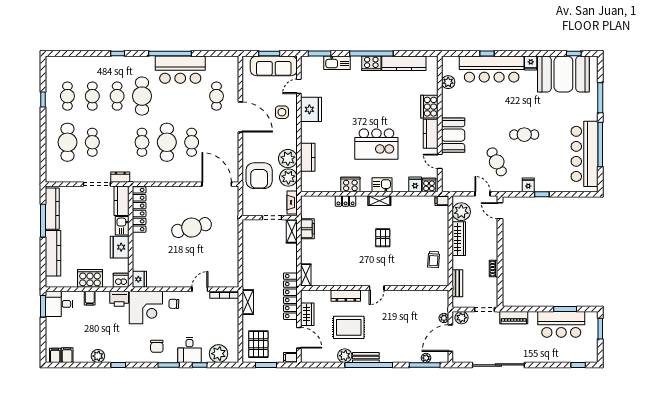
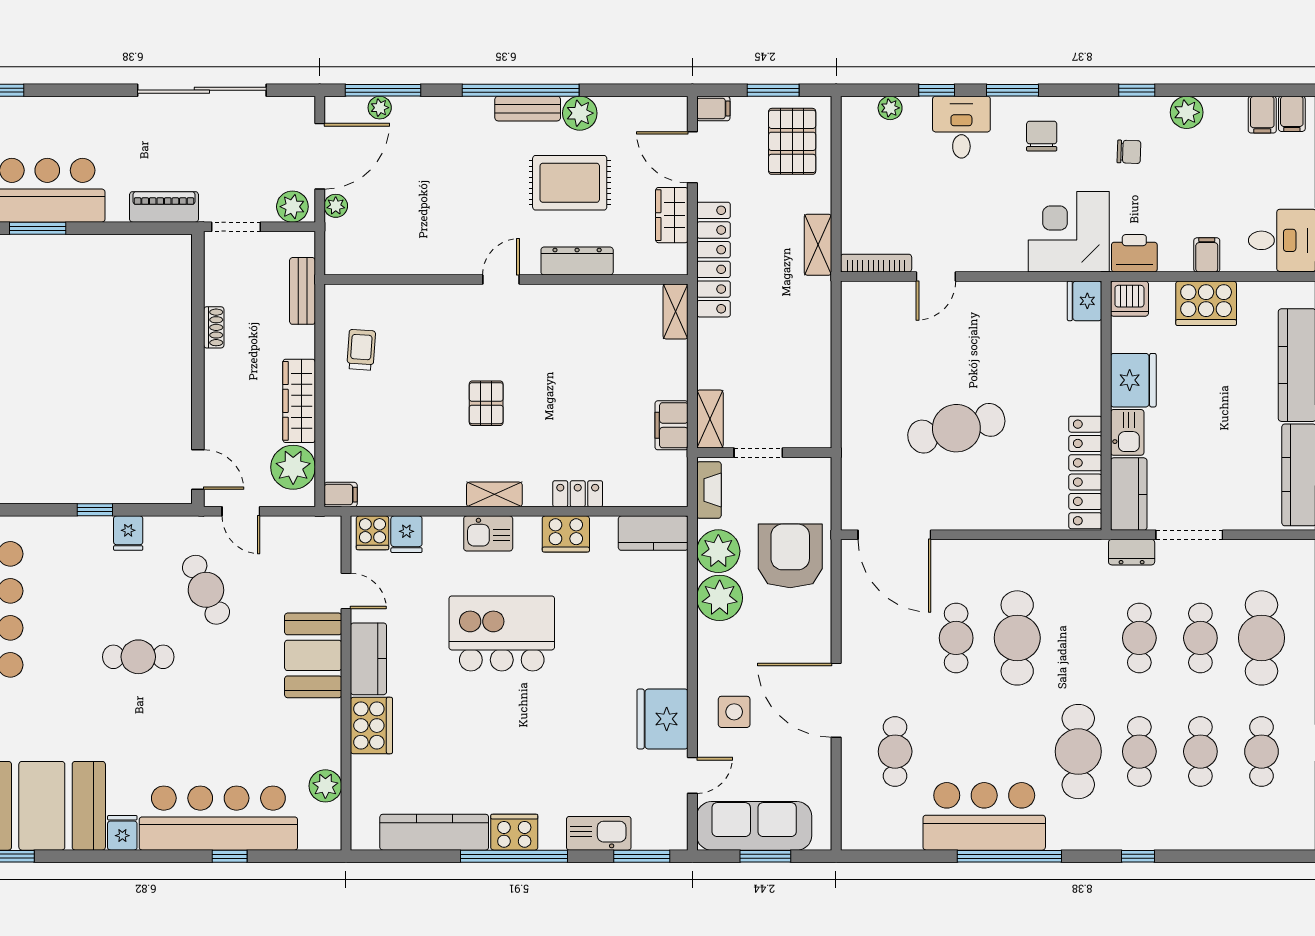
cafe table: (142, 142) -> (1139, 638), moved
kitchen counter: (308, 157) -> (653, 533), moved, turned -90
chair: (174, 304) -> (1129, 152), moved
plant: (219, 354) -> (890, 108), width x0.53, depth x0.53

